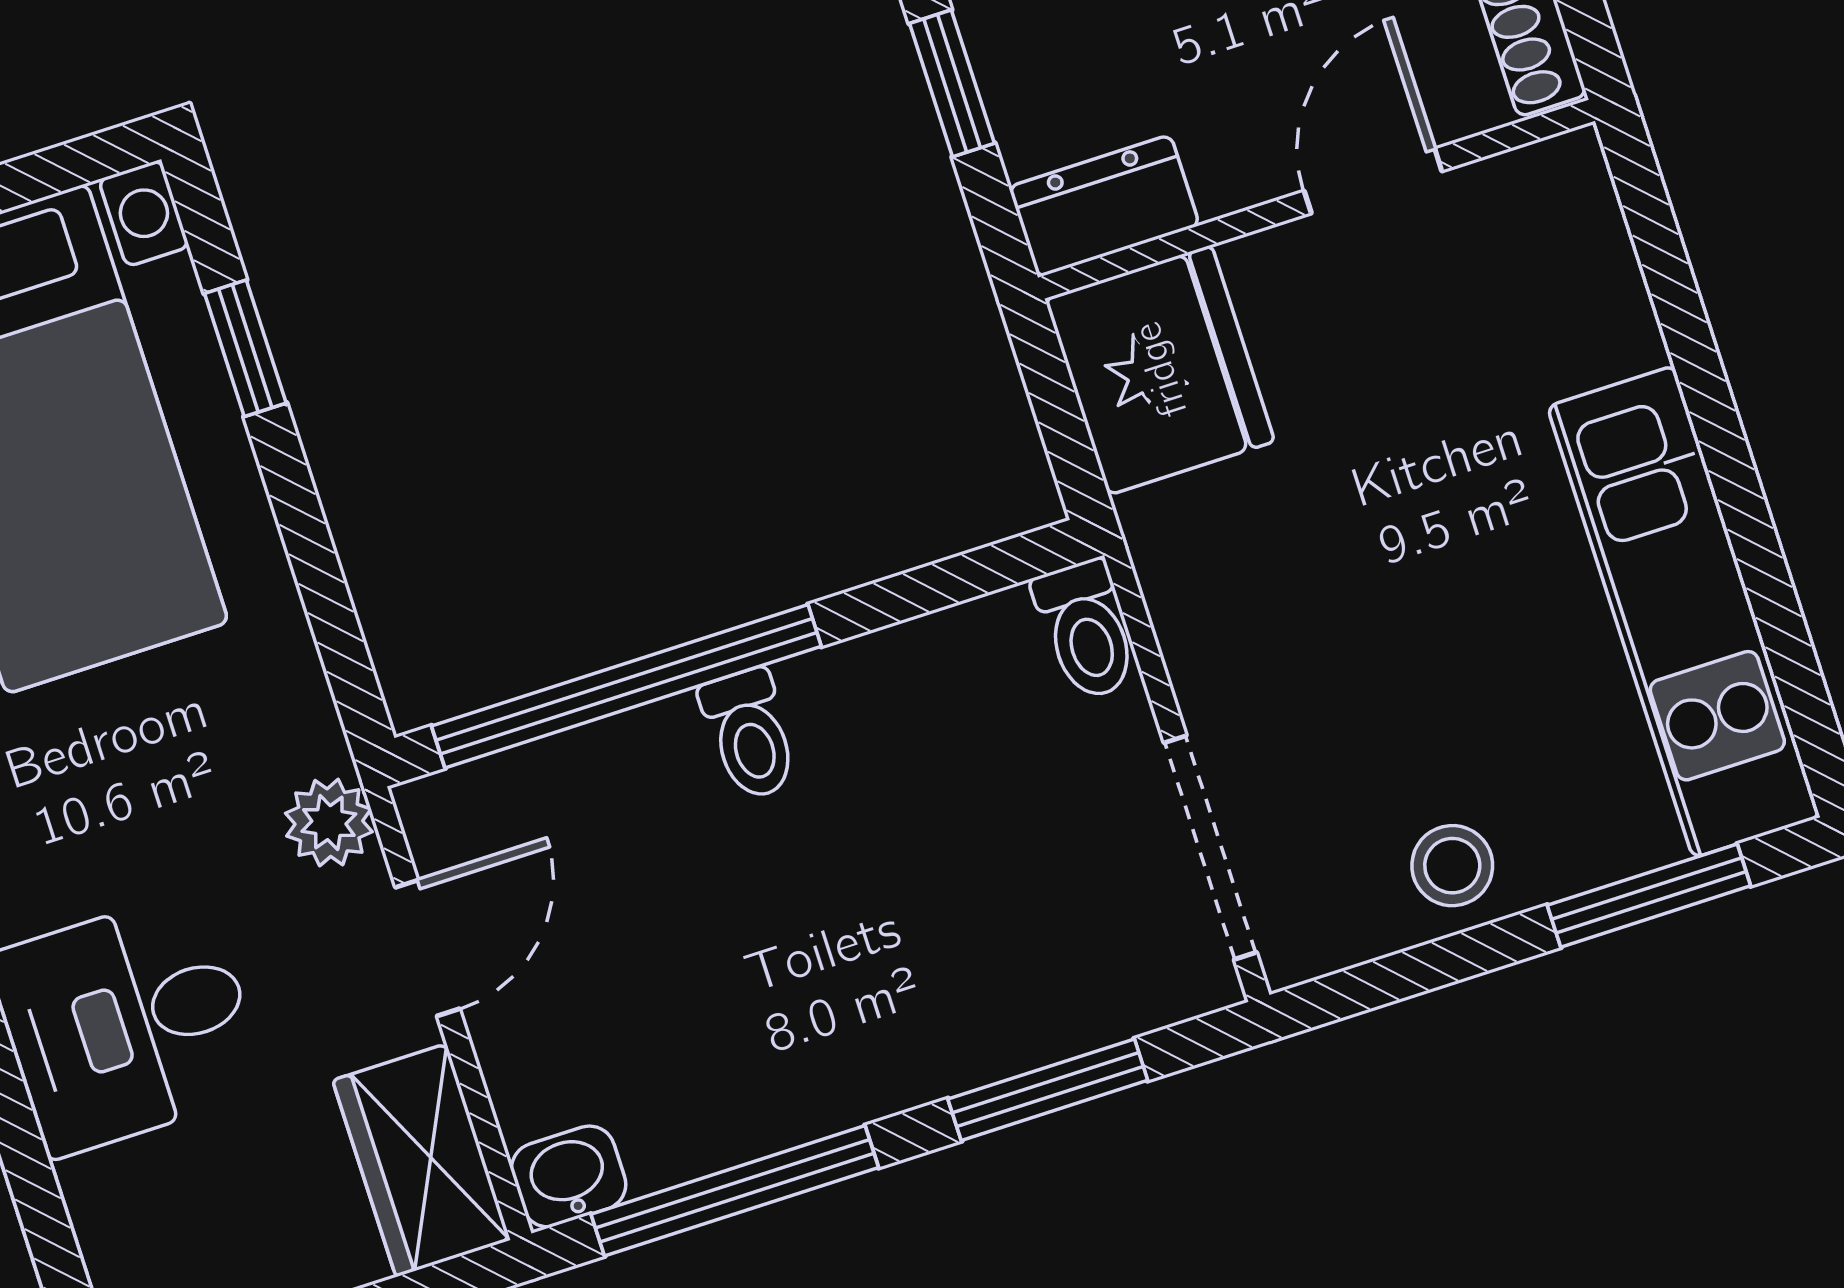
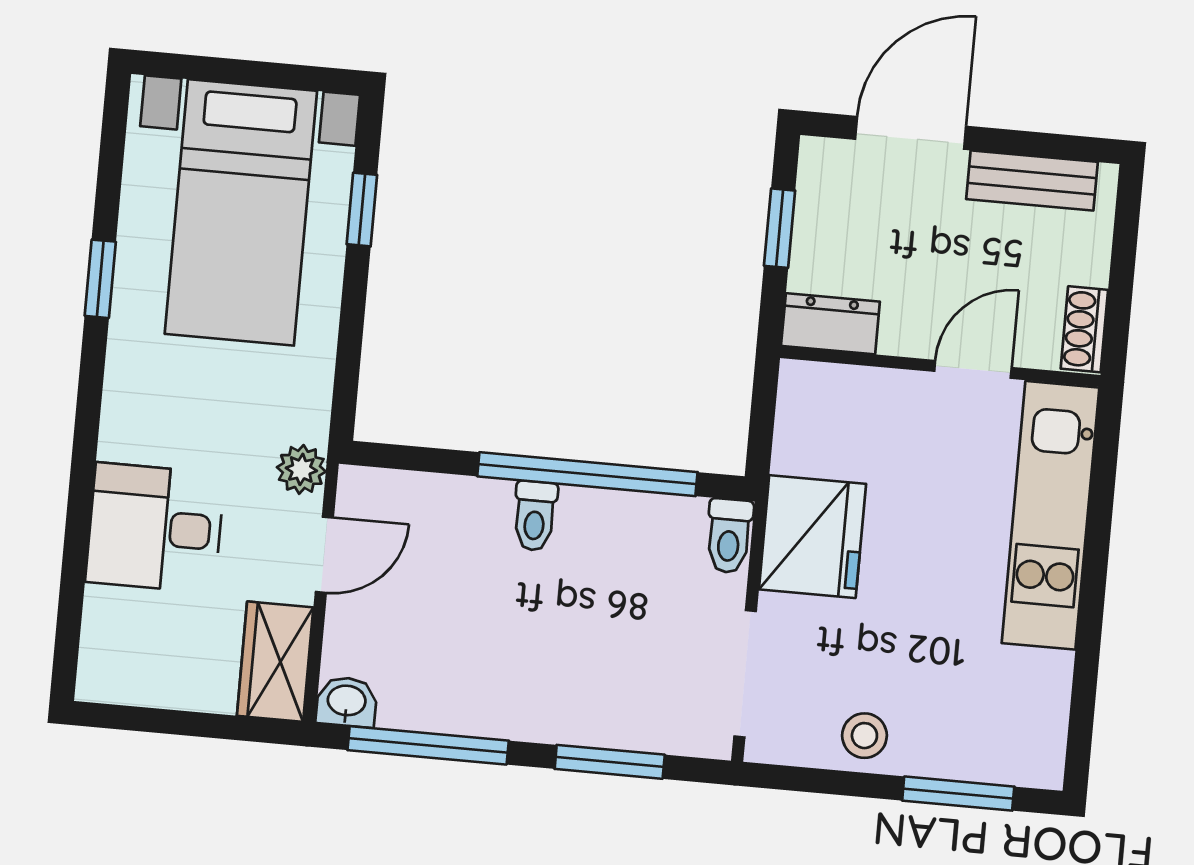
fridge: (1160, 370) -> (812, 537), moved
kitchen unit: (1684, 612) -> (1050, 515), moved
window: (626, 686) -> (587, 474), moved

